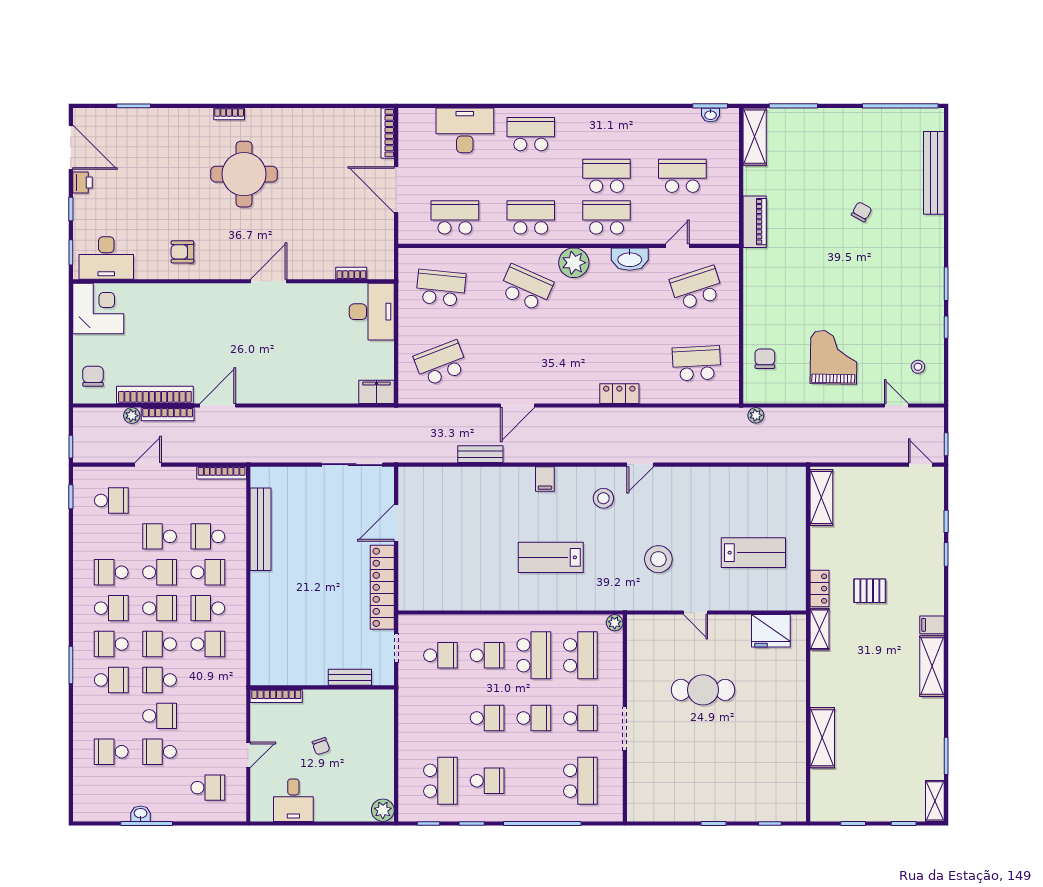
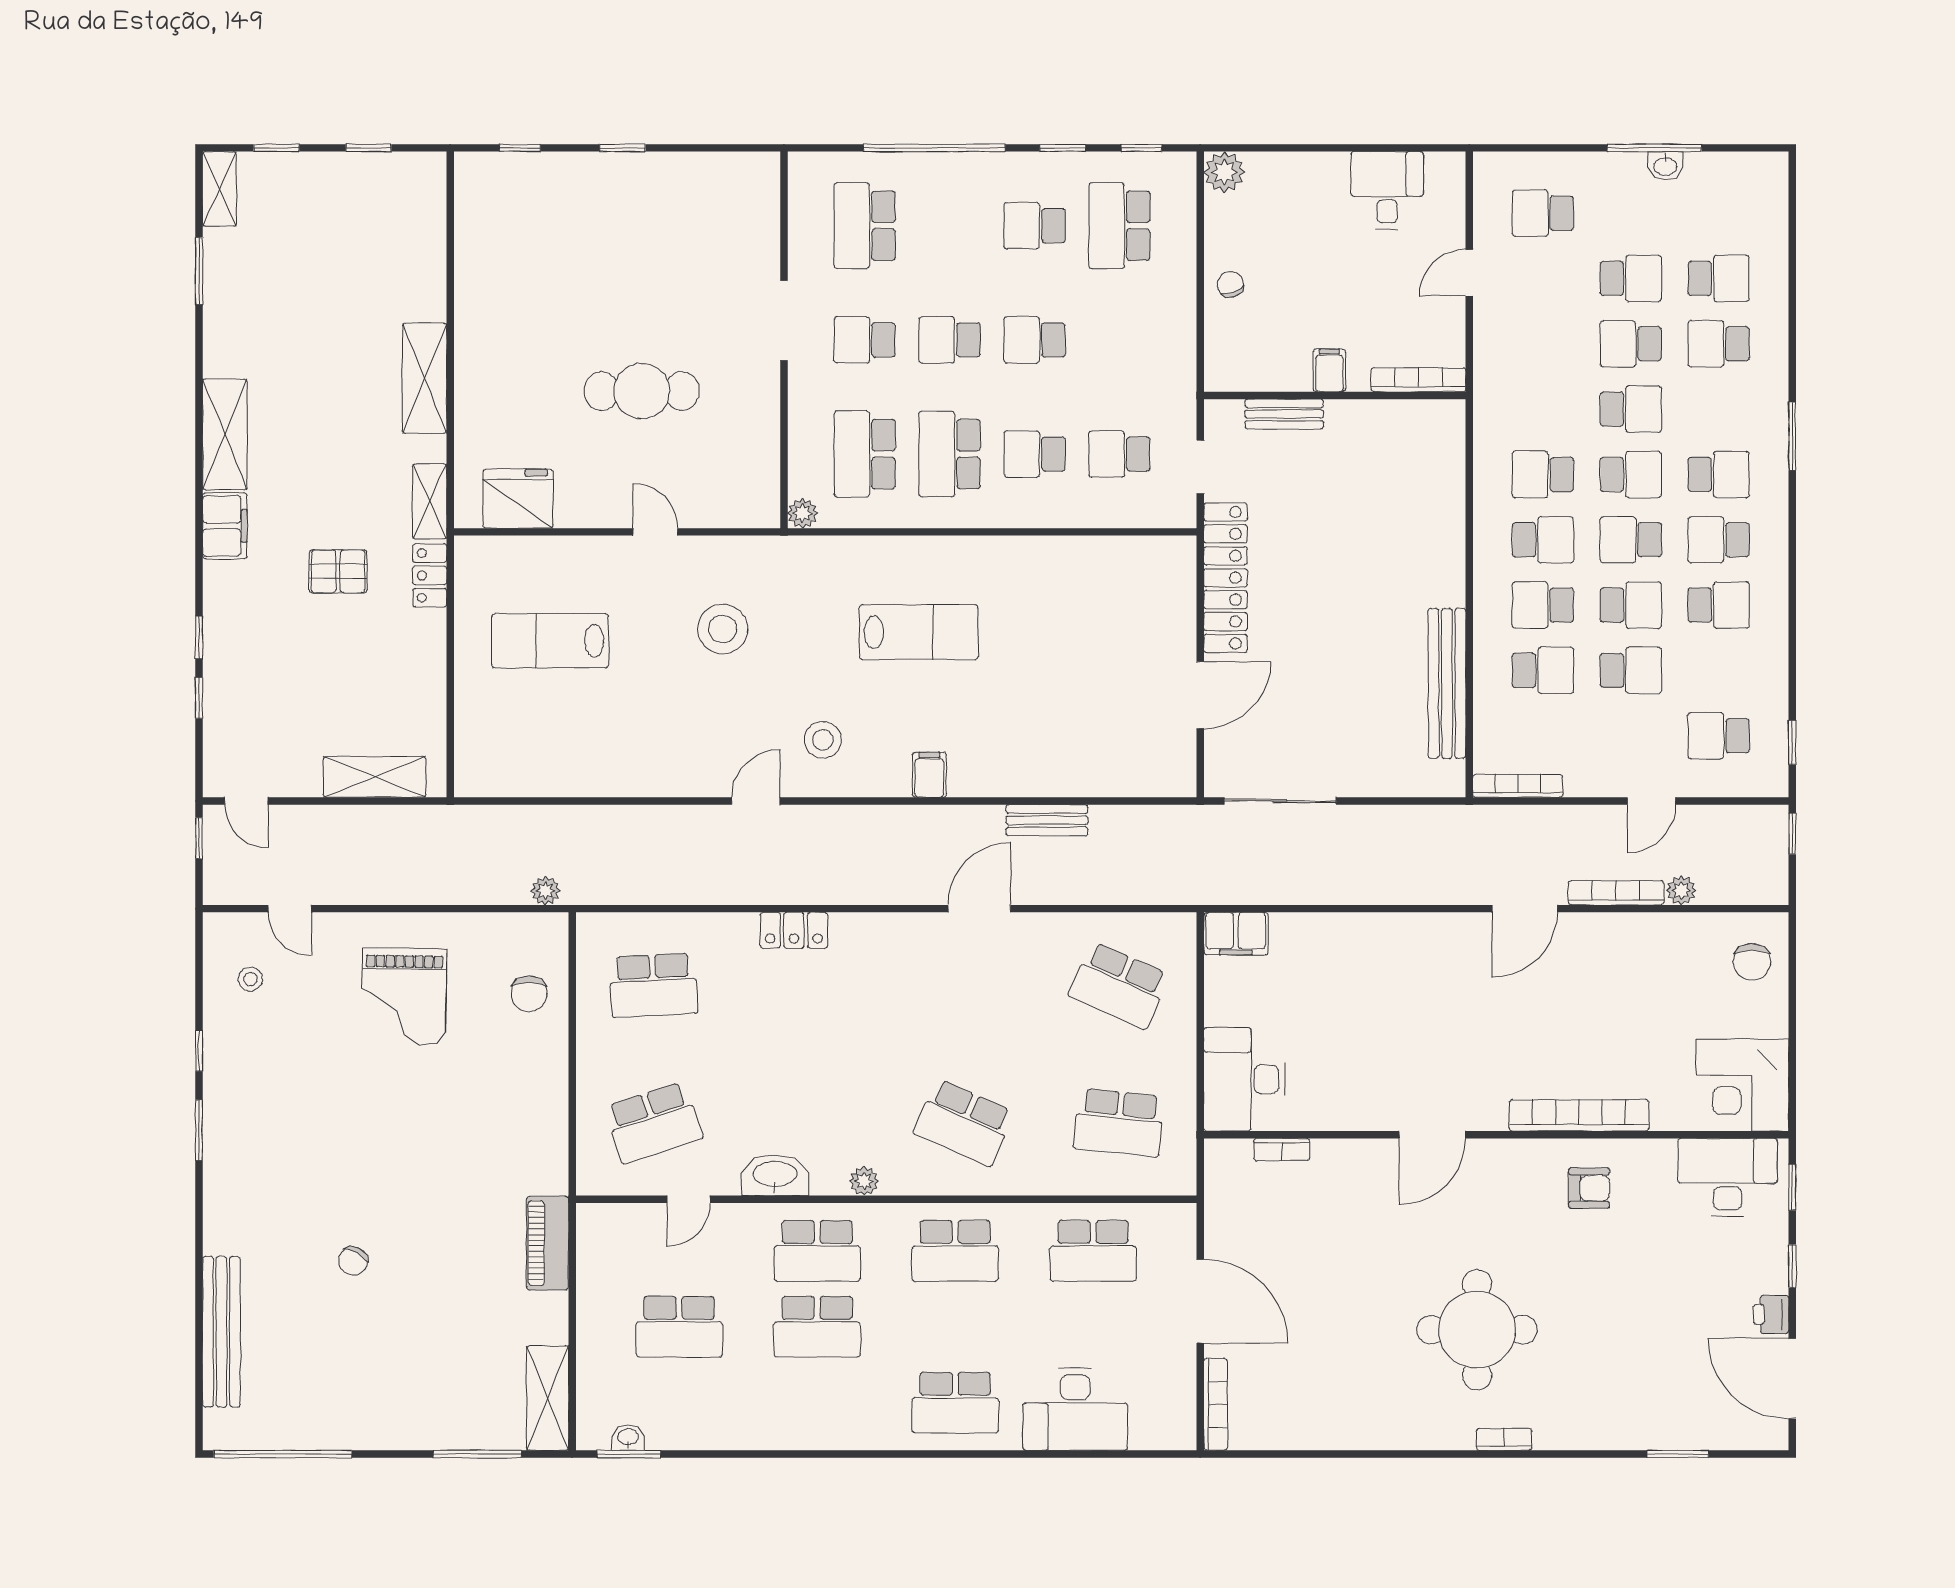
plant: (574, 263) -> (864, 1181), width x0.53, depth x0.53
school desk: (441, 363) -> (1119, 985), turned 45
bookcase: (155, 395) -> (1579, 1115), moved, turned 180
shelving: (821, 498) -> (375, 777), moved, turned 90
school desk: (160, 572) -> (1631, 605), turned 180
filing cabinet: (932, 625) -> (225, 526), width x2.00
school desk: (111, 680) -> (1719, 344), moved
filing cabinet: (325, 701) -> (1329, 370), added
shelving: (822, 738) -> (425, 378), moved
chair: (321, 746) -> (1230, 284), moved

